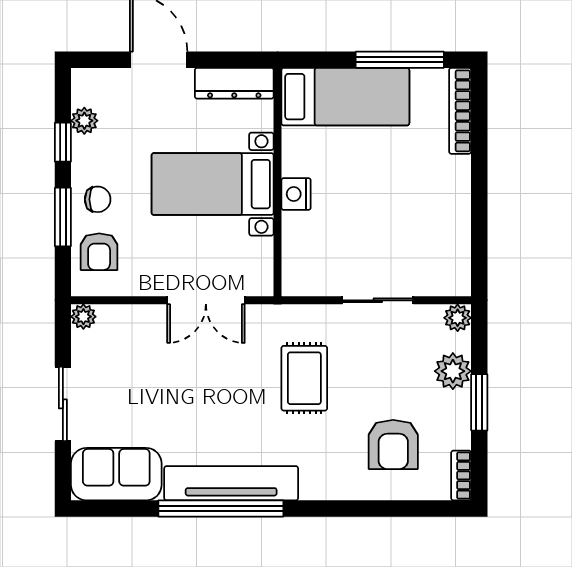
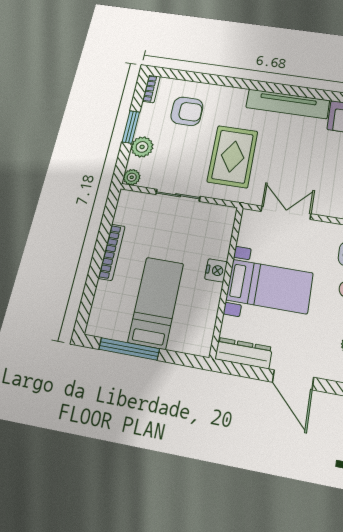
bed: (345, 97) -> (156, 302), moved, turned 90
bookcase: (460, 111) -> (112, 252), moved
rug: (304, 378) -> (233, 156), width x1.36, depth x1.43
armchair: (393, 444) -> (187, 111), turned 90
window: (221, 508) -> (296, 91), removed

